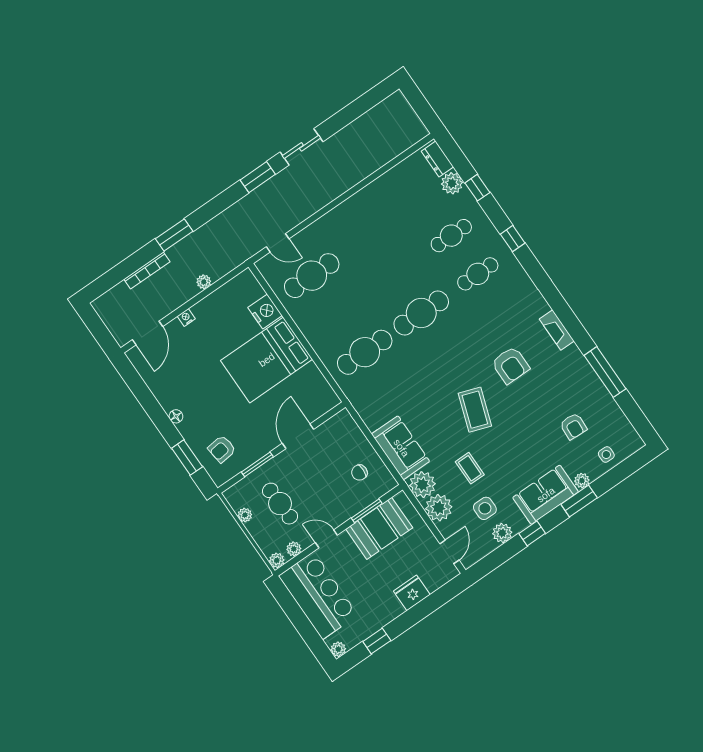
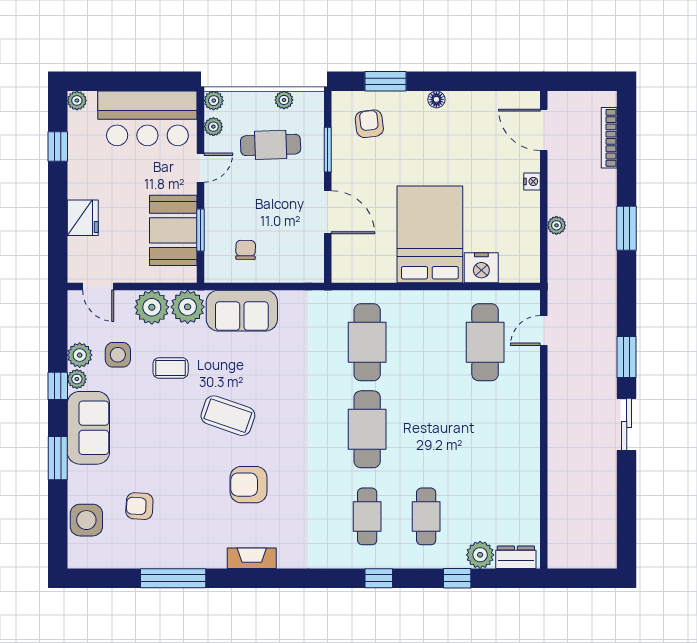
bookcase: (147, 271) -> (609, 138), moved
side table: (606, 455) -> (86, 520), width x1.87, depth x1.87
plant: (582, 481) -> (77, 379), moved

